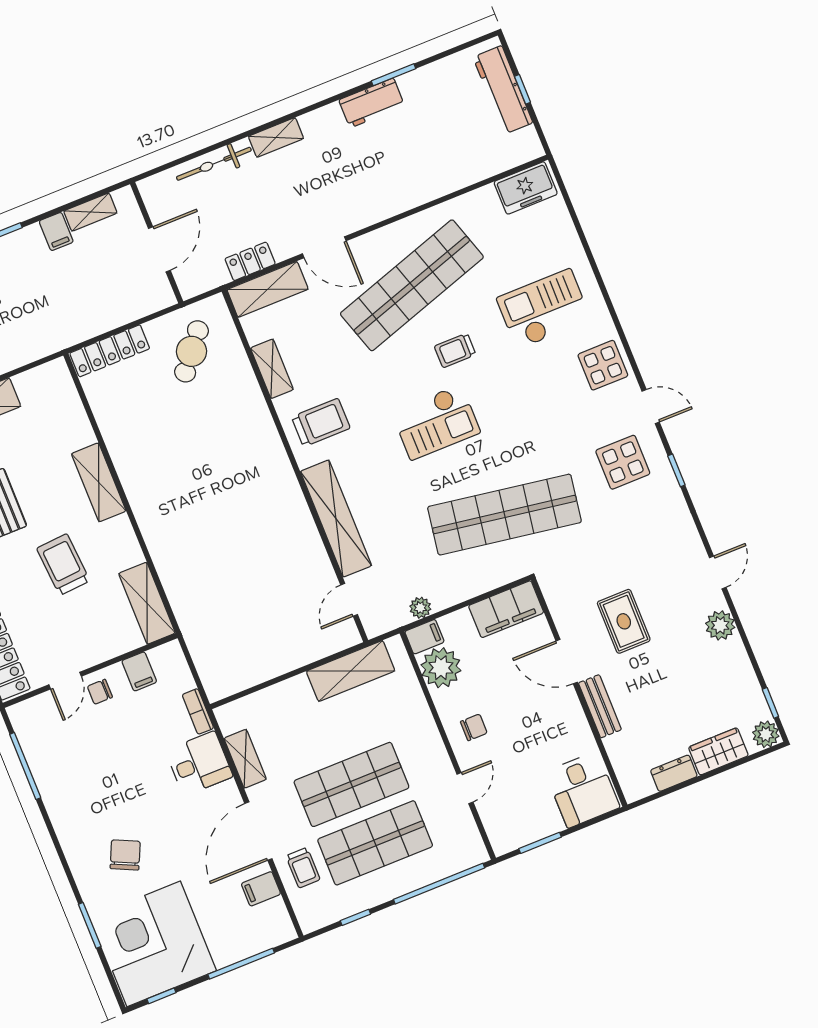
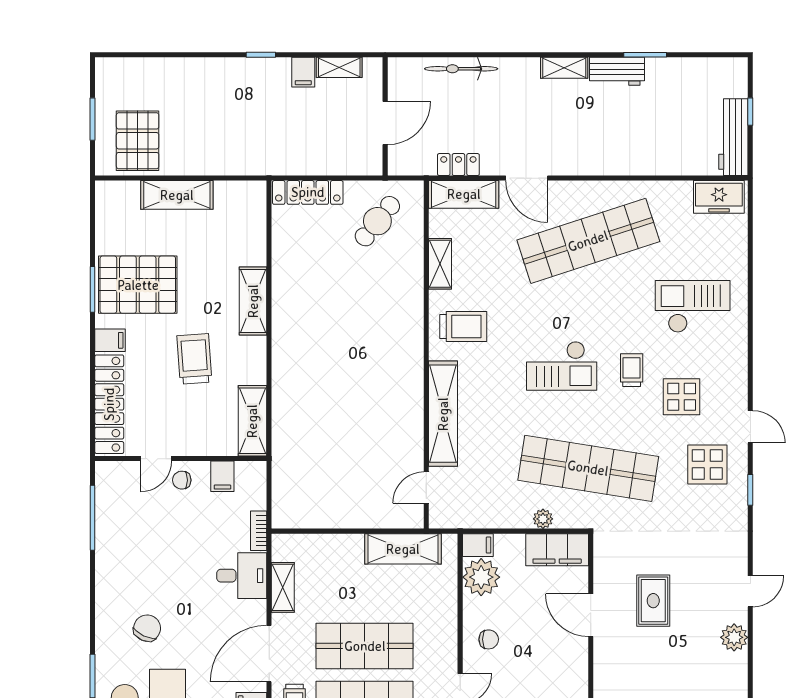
workbench: (503, 90) -> (733, 137), moved
shelving: (276, 137) -> (564, 68), moved
trolley: (455, 350) -> (632, 370), moved, turned 90
display table: (603, 365) -> (682, 397), moved
plant: (420, 608) -> (543, 519), moved
bench: (600, 706) -> (604, 665), removed

